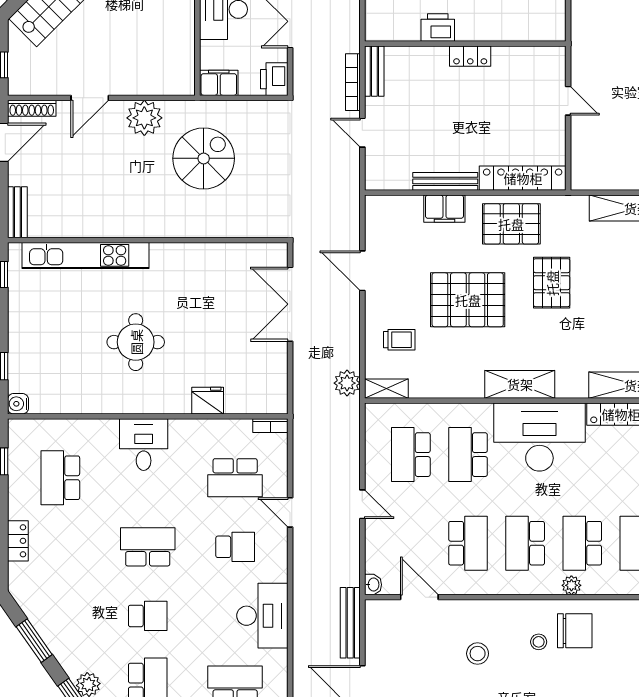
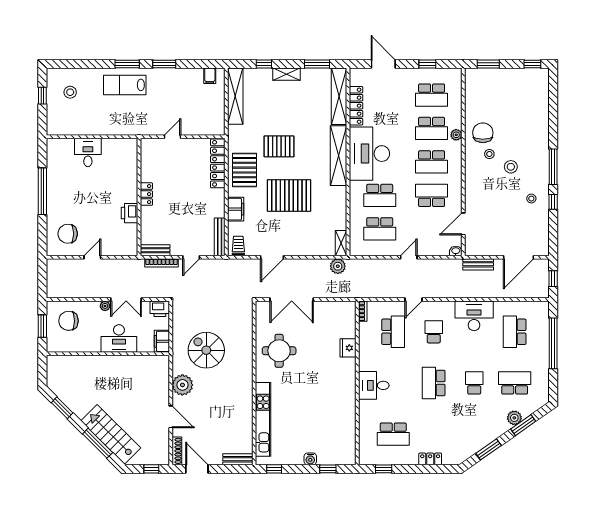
bench: (445, 181) -> (220, 237), moved
pallet: (468, 300) -> (289, 196), turned 90
trolley: (399, 340) -> (238, 245), moved
round table: (136, 342) -> (279, 351), moved
shelving: (520, 384) -> (339, 156), width x1.47
water cooler: (18, 404) -> (310, 459), moved
bench: (350, 623) -> (478, 264), width x0.73
stool: (478, 654) -> (511, 167), moved

